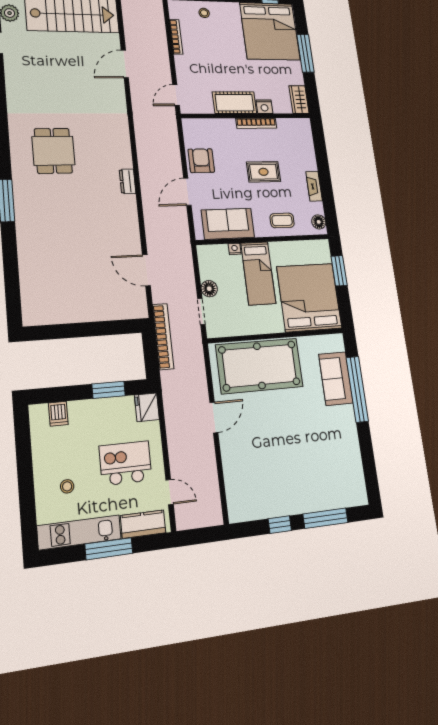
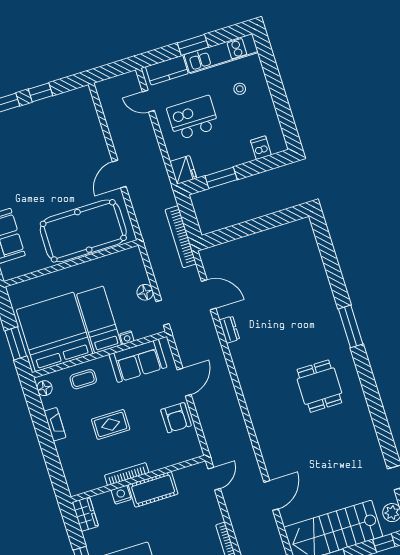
dresser: (128, 181) -> (229, 330), moved
bed: (309, 297) -> (55, 332), moved, turned 180
doorway: (201, 311) -> (162, 313), moved
kitchen island: (125, 463) -> (193, 118), turned 180
window: (109, 549) -> (193, 45), width x0.69

